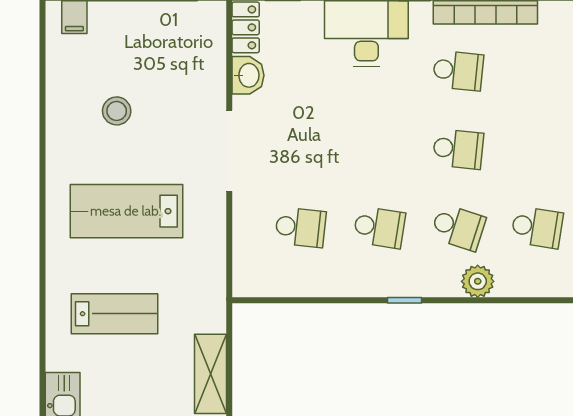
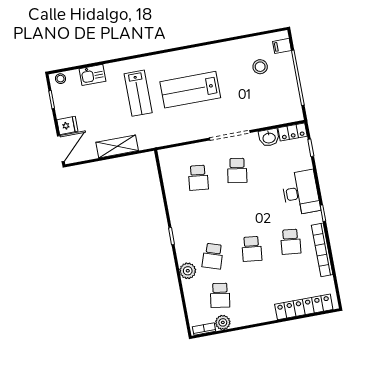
stool: (117, 111) -> (260, 67), moved
lab bench: (126, 211) -> (190, 90), turned -90
school desk: (379, 227) -> (237, 170), moved

